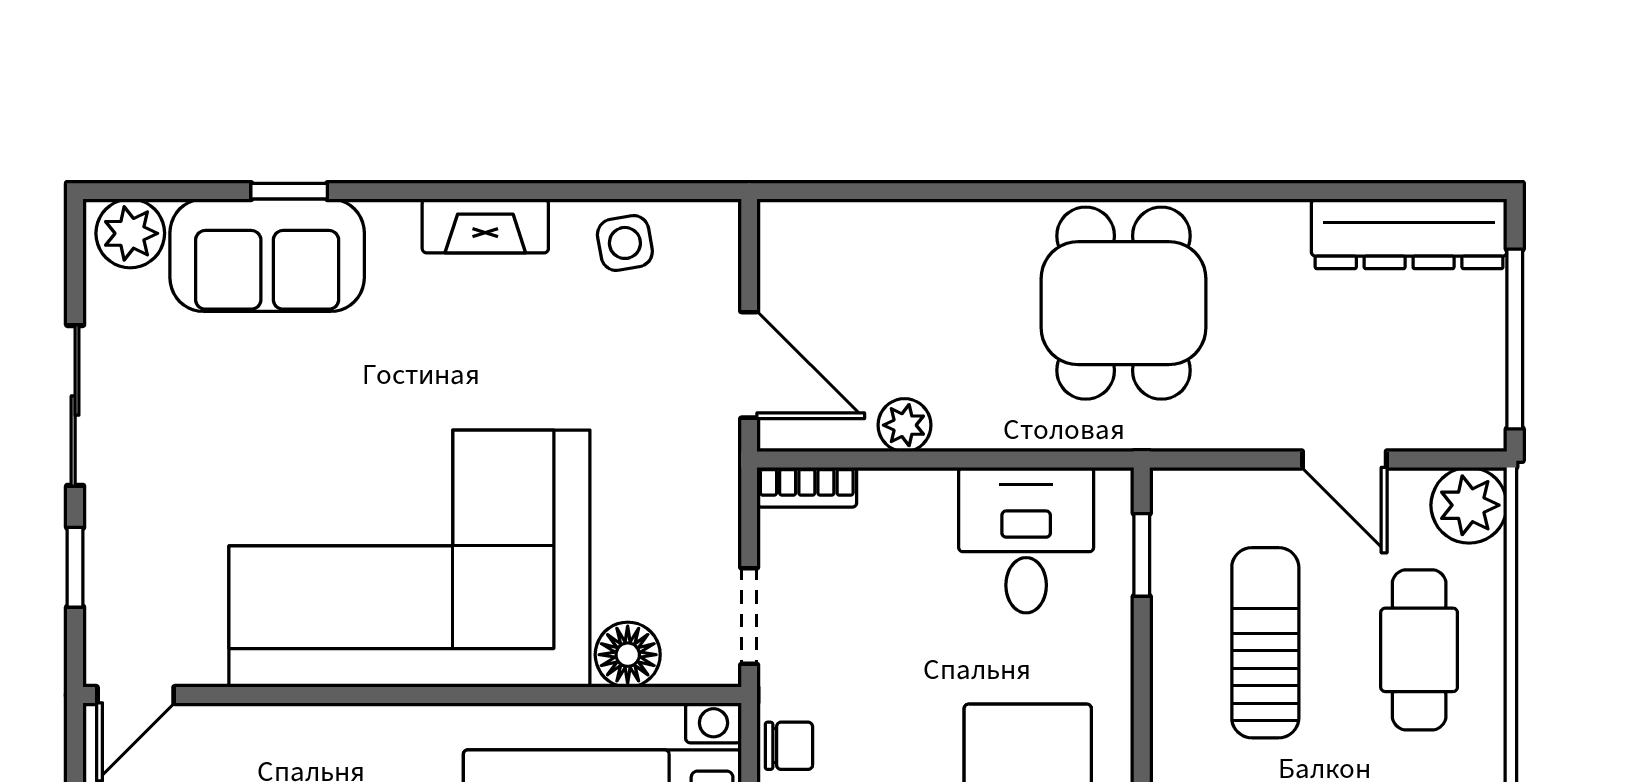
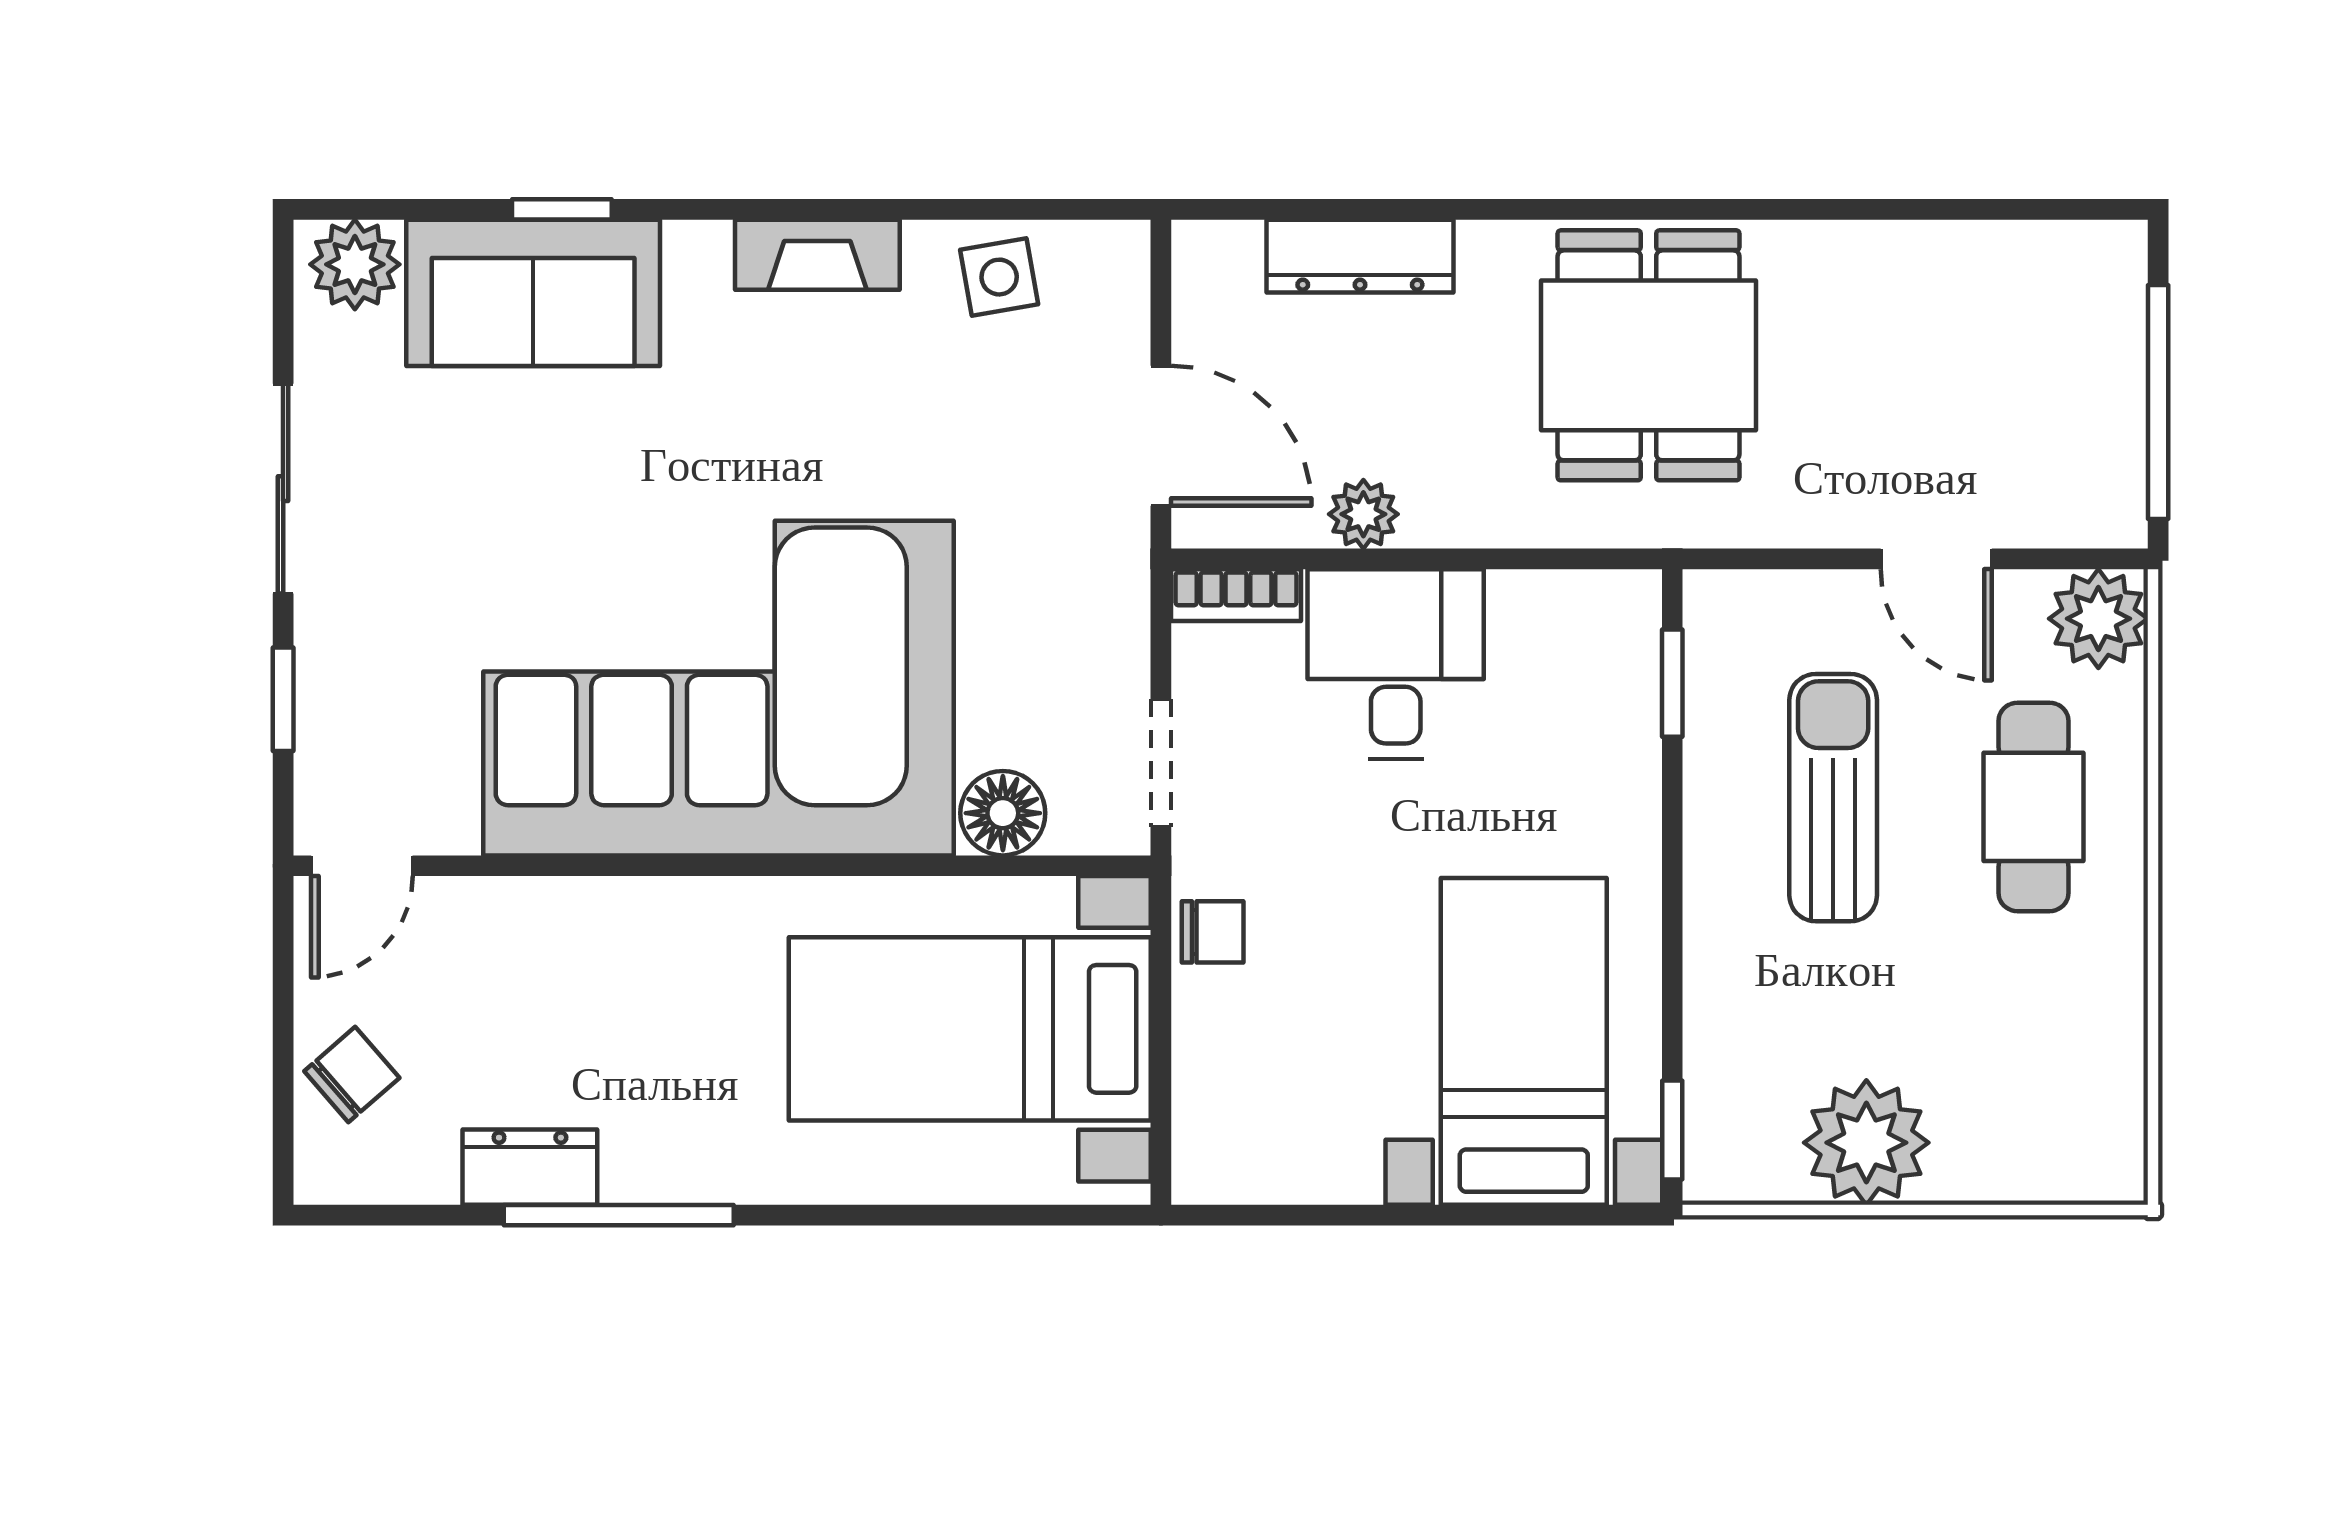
dresser: (1409, 234) -> (1360, 256), moved, width x0.73, depth x0.80
desk: (1026, 540) -> (1396, 664), moved

